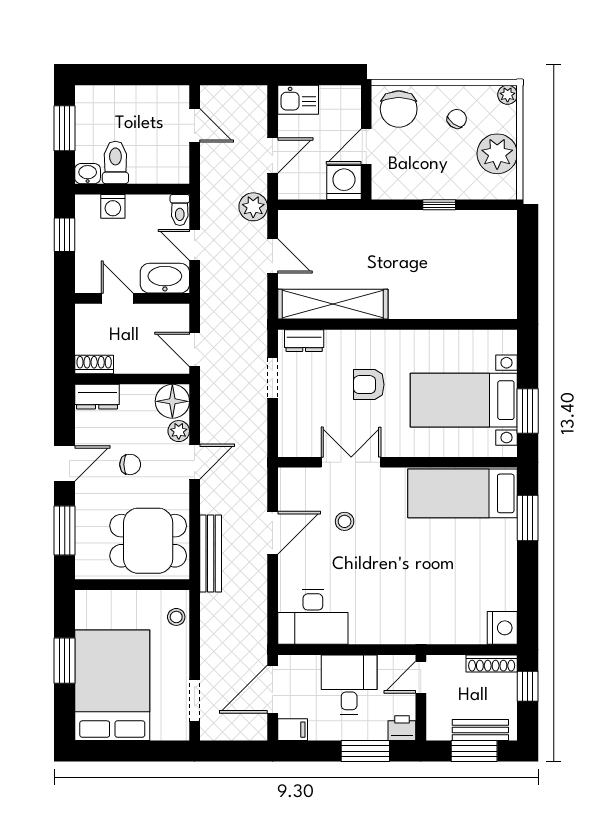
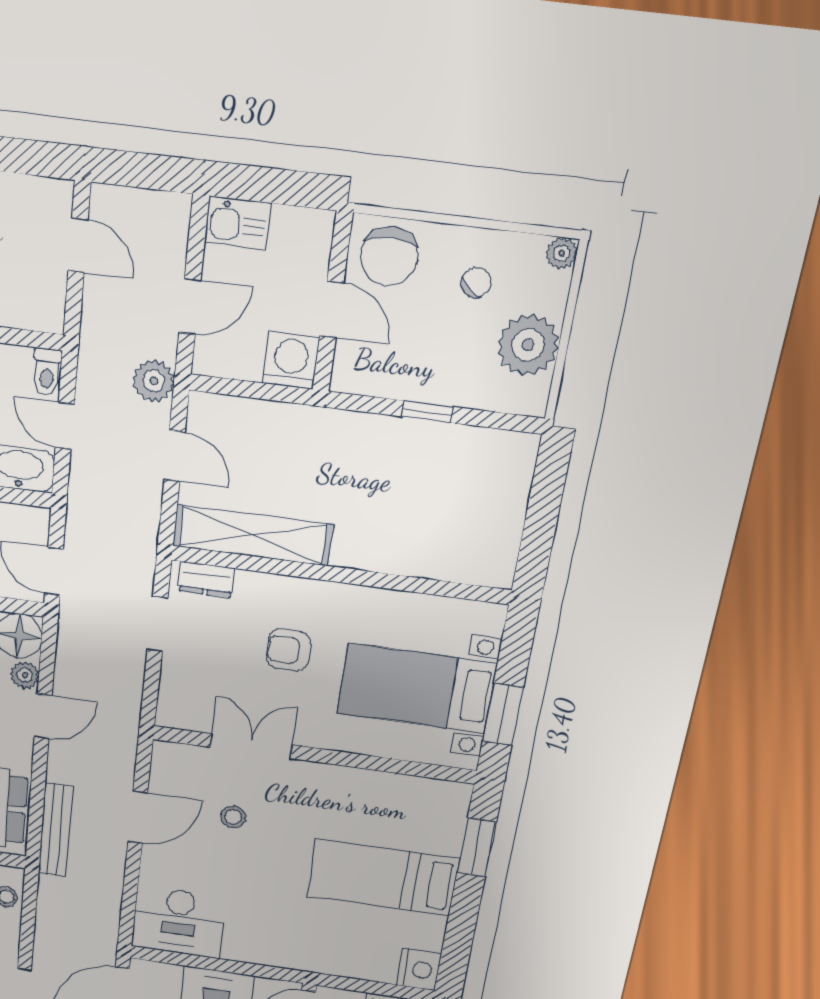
door: (366, 146) -> (332, 309), swing flipped
bed: (463, 493) -> (382, 877), moved

